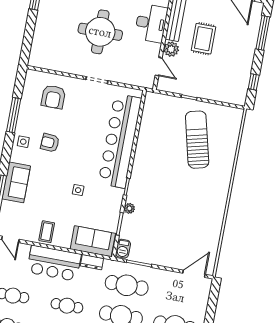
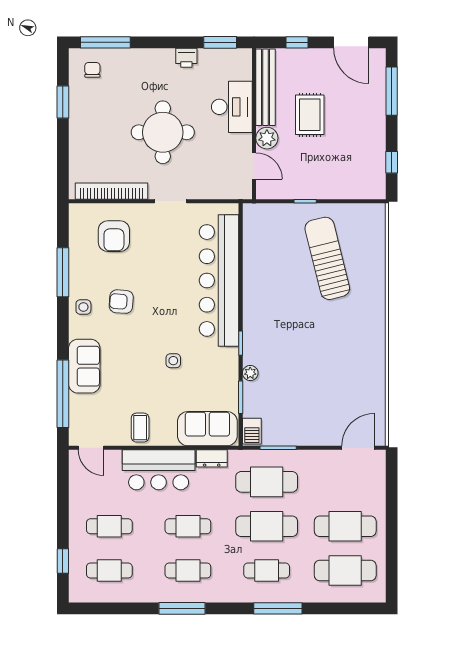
bookcase: (57, 66) -> (111, 191), added

